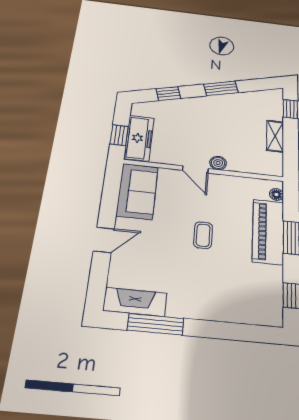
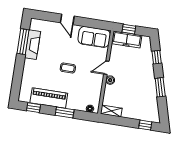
shelving: (275, 136) -> (111, 111), moved
piano: (268, 232) -> (49, 98), moved
fireplace: (135, 302) -> (33, 45), moved

